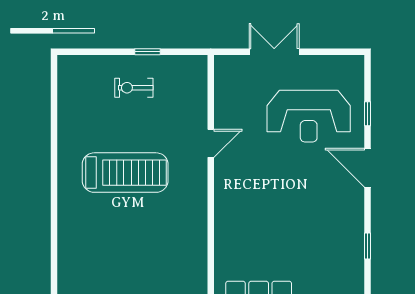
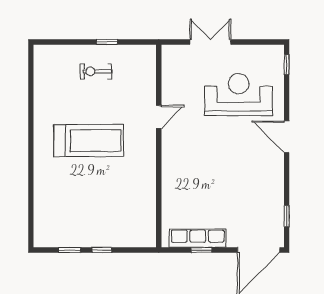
window: (368, 114) -> (287, 65), moved
reception desk: (309, 116) -> (239, 95), turned 180
window: (368, 246) -> (287, 216), moved

